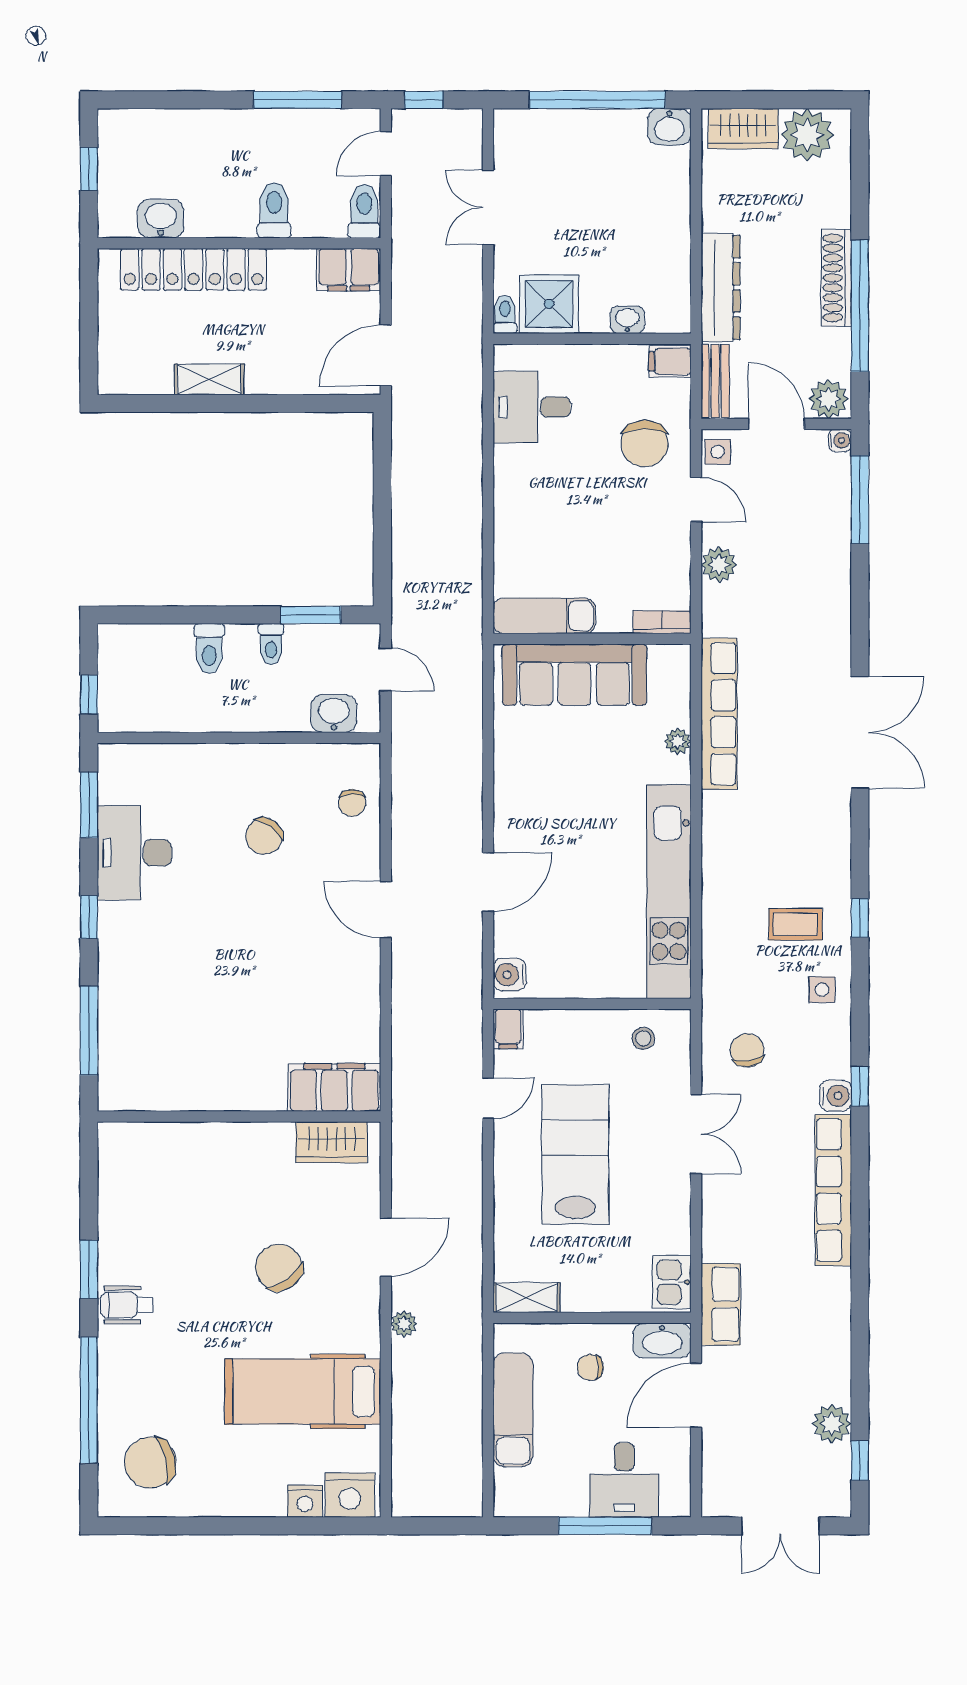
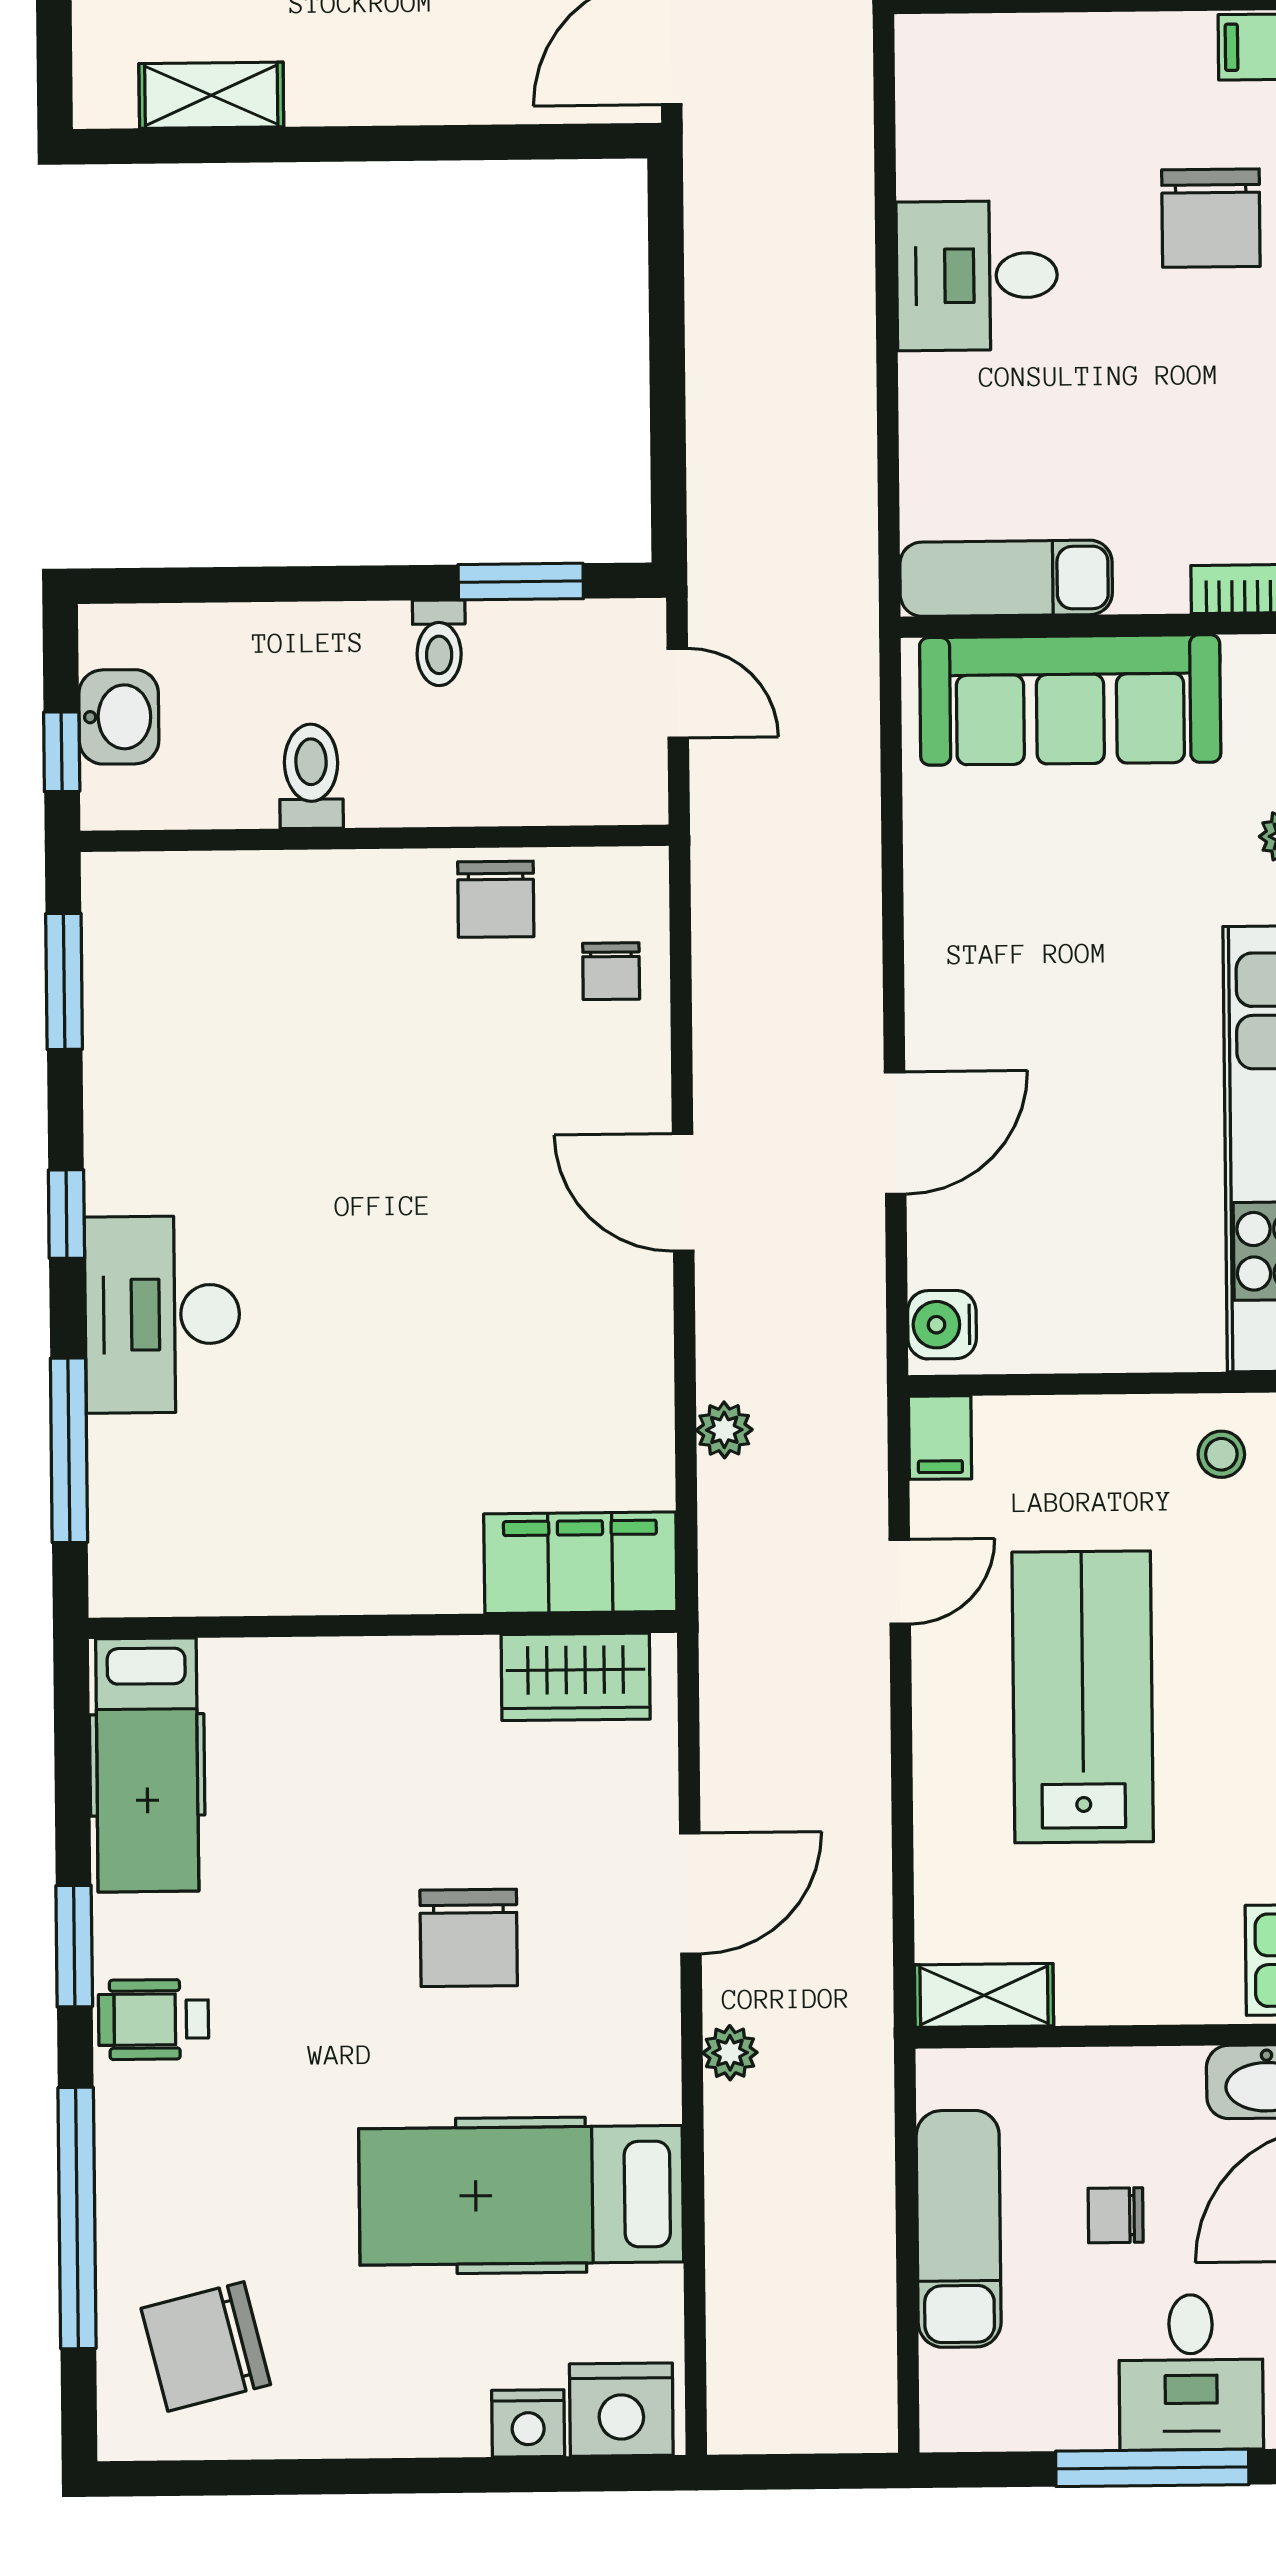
shelving: (209, 379) -> (211, 95), moved
desk: (532, 407) -> (977, 276), moved
toilet: (209, 649) -> (311, 776), moved, turned 180
washbasin: (334, 713) -> (119, 717), moved, turned 90
chair: (264, 836) -> (496, 899), moved, turned -36
desk: (135, 853) -> (162, 1314), moved
plant: (404, 1024) -> (724, 1430), added
hospital bed: (125, 1182) -> (147, 1765), added
chair: (279, 1267) -> (469, 1938), turned -144
chair: (590, 1367) -> (1116, 2215), moved

